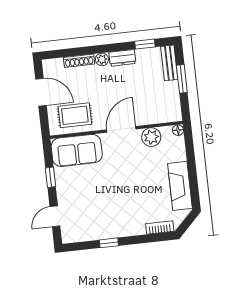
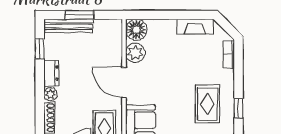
bench: (169, 63) -> (68, 26), width x1.36
floor lamp: (178, 130) -> (136, 30), width x1.89, depth x1.89
fireplace: (180, 186) -> (195, 27), width x0.73, depth x0.76
rug: (110, 212) -> (207, 104), added

